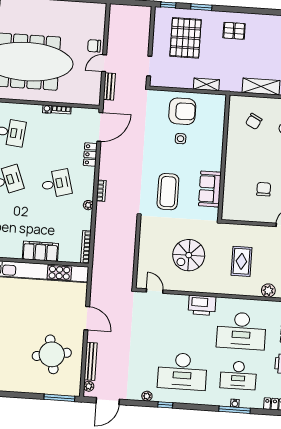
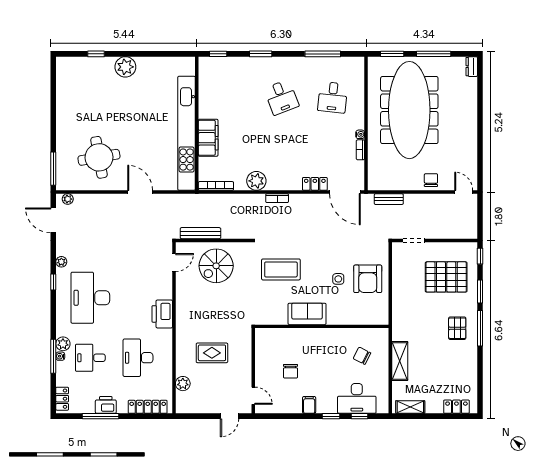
window: (236, 9) -> (480, 328), added
door: (104, 63) -> (464, 192), moved
shelving: (206, 84) -> (398, 302), removed
desk: (56, 184) -> (281, 150), removed
sofa: (210, 189) -> (307, 314), moved
chair: (264, 189) -> (290, 371), turned 90
plant: (88, 205) -> (256, 181), width x1.88, depth x1.88
spiral stairs: (189, 255) -> (216, 266), moved, turned -90
door: (87, 318) -> (140, 192), swing flipped
desk: (241, 331) -> (138, 358), width x0.73, depth x0.77
bench: (91, 361) -> (200, 233), moved
desk: (238, 375) -> (90, 358), width x0.73
plant: (224, 400) -> (63, 344), added

